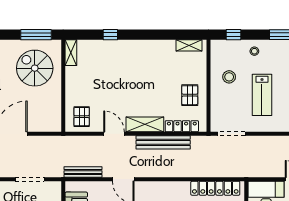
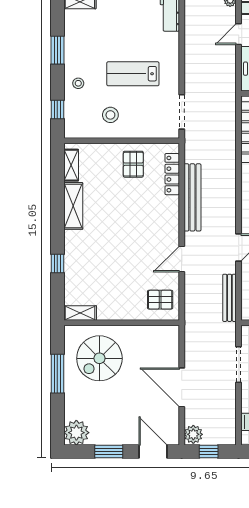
window: (36, 35) -> (57, 374), moved
pallet: (190, 95) -> (133, 164), turned 90
lab bench: (262, 95) -> (133, 74), turned 180
shelving: (145, 124) -> (73, 206), moved

